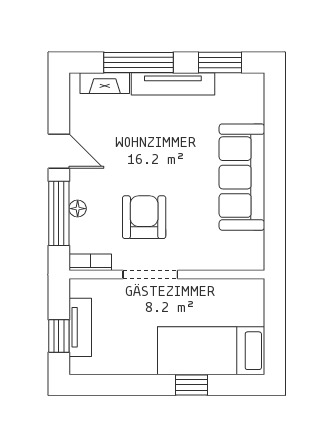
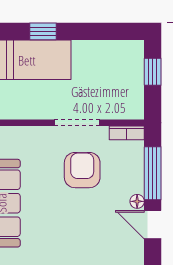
floor lamp: (78, 209) -> (137, 201), moved
armchair: (144, 217) -> (82, 170), turned 180
tv unit: (80, 327) -> (135, 79), removed

